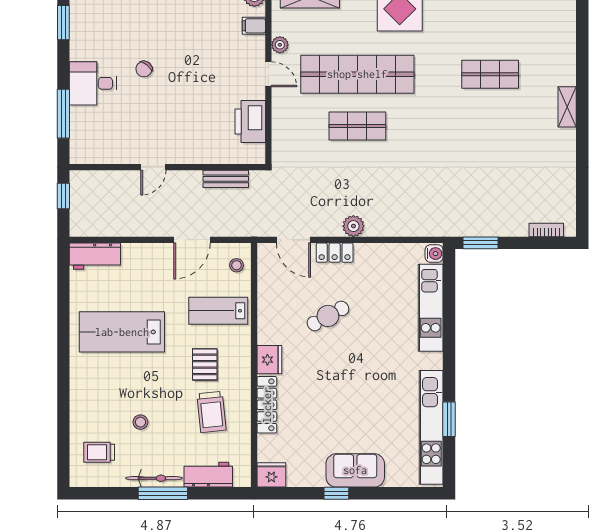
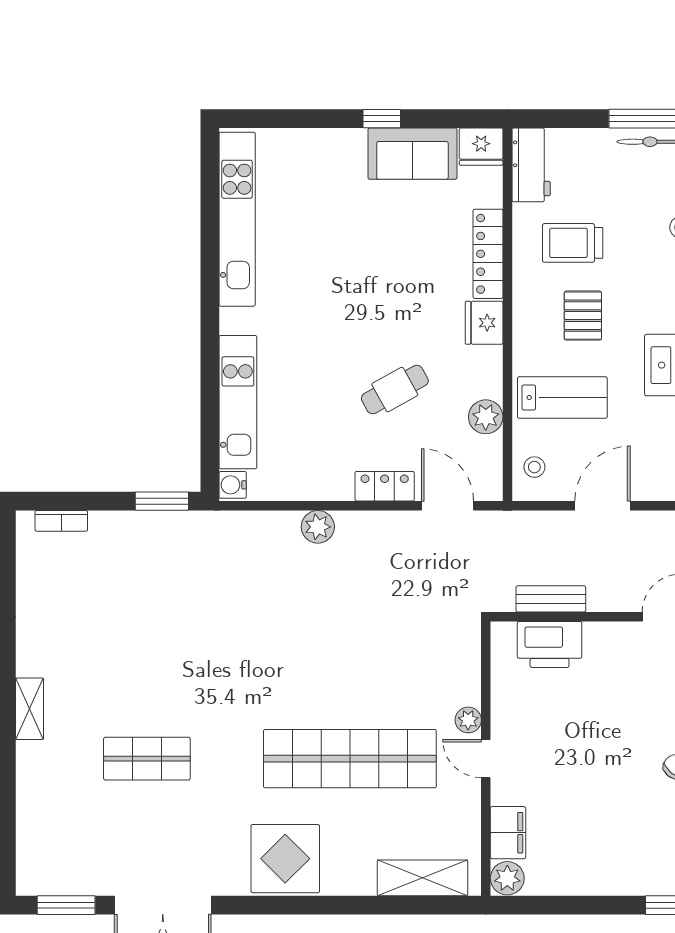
filing cabinet: (254, 26) -> (508, 833), width x2.00
plant: (280, 45) -> (468, 720), moved
printer: (250, 122) -> (550, 644), moved, turned 90
shop shelf: (357, 126) -> (350, 680), removed
plant: (353, 226) -> (318, 527), moved
plant: (268, 298) -> (486, 417), added
trolley: (211, 412) -> (573, 243), turned -84
window: (449, 419) -> (210, 232), removed
sofa: (355, 470) -> (412, 154), moved
workbench: (208, 475) -> (531, 165), moved, turned -90

